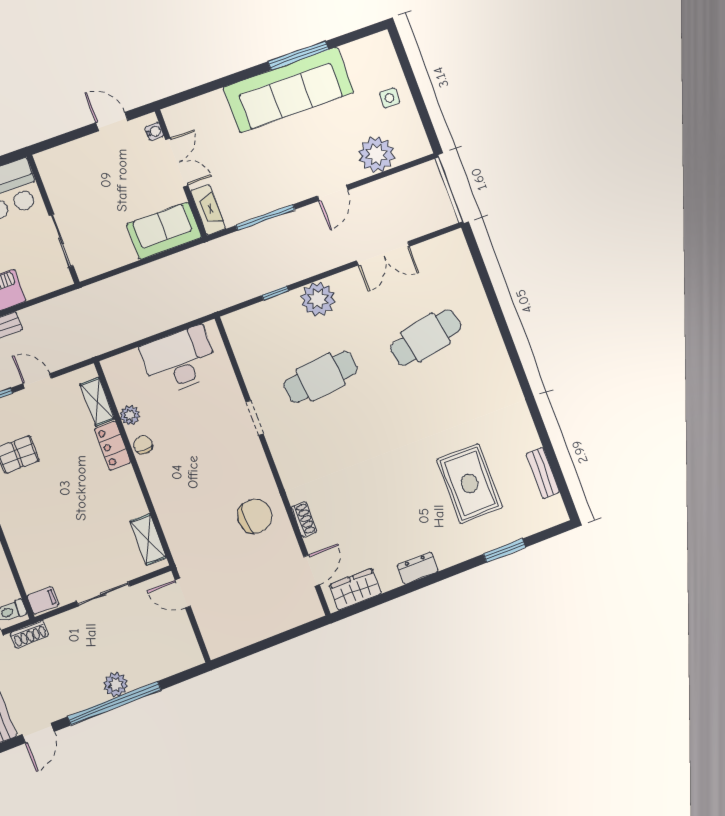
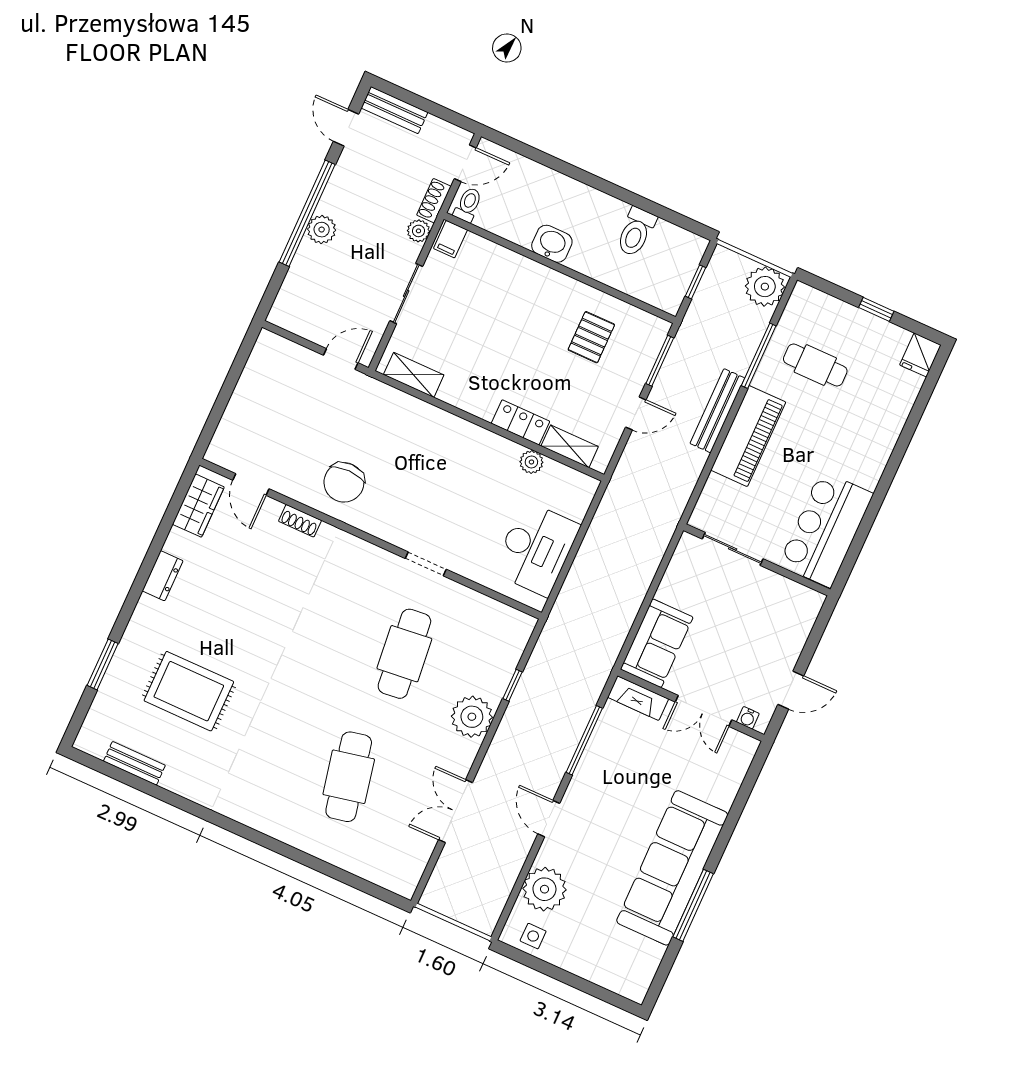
side table: (389, 98) -> (533, 936), moved
chair: (143, 445) -> (496, 448), removed
plant: (57, 625) -> (418, 231), added

